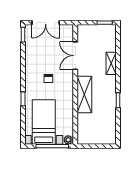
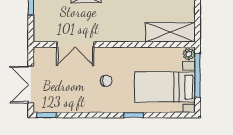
double door: (46, 23) -> (31, 85), swing flipped
shelving: (84, 94) -> (170, 32), moved

